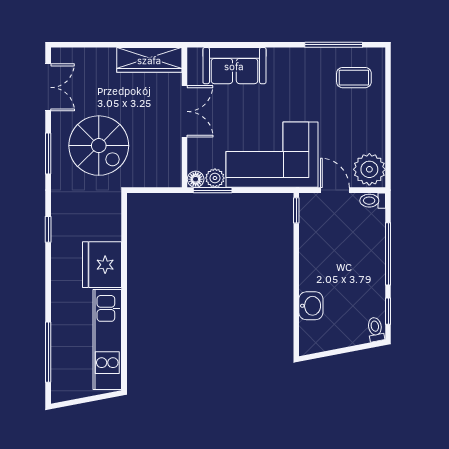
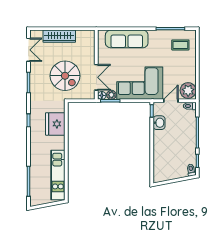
wardrobe: (149, 60) -> (59, 36), moved
sofa: (234, 66) -> (127, 39), width x1.36
double door: (184, 111) -> (96, 77), moved
spiral stairs: (99, 146) -> (65, 76), moved
door: (335, 190) -> (171, 101), hinge flipped
fridge: (102, 265) -> (55, 124), moved
washbasin: (311, 306) -> (159, 123), moved

